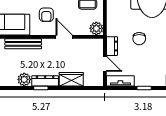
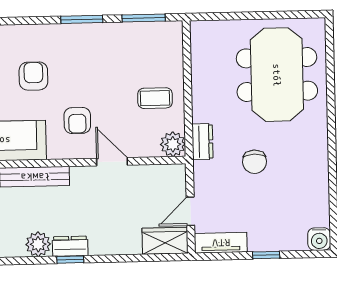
dresser: (112, 46) -> (202, 142), moved
door: (105, 64) -> (190, 211), swing flipped
wardrobe: (71, 79) -> (165, 241), moved
dresser: (45, 81) -> (70, 246), width x0.70

